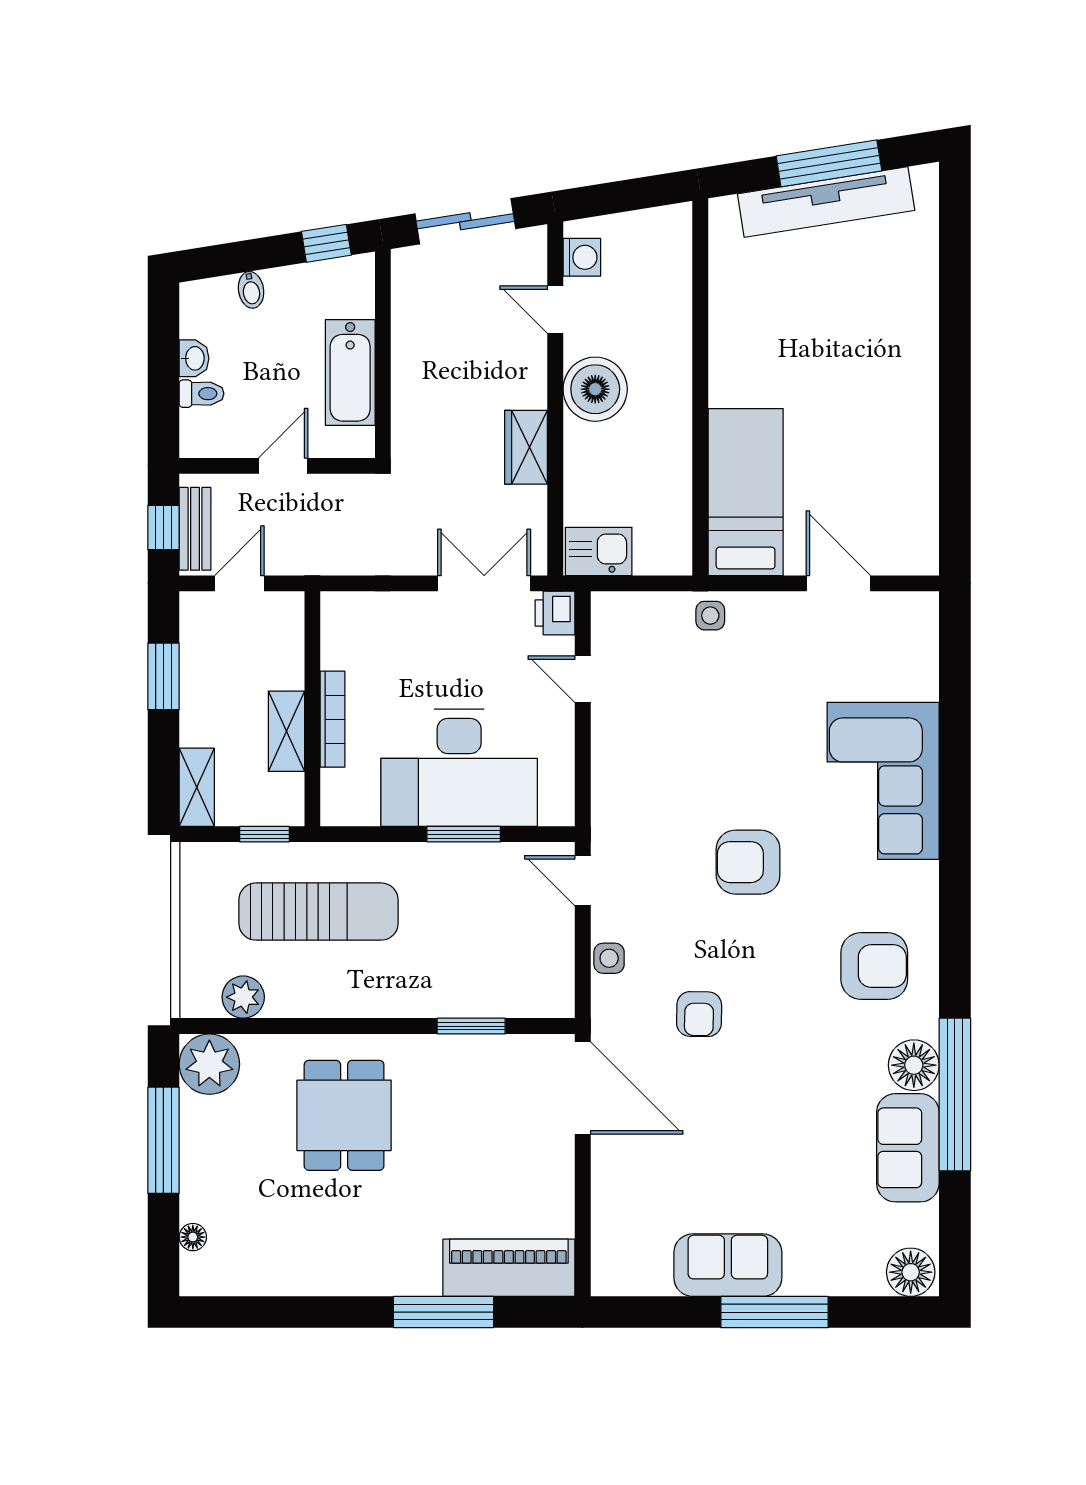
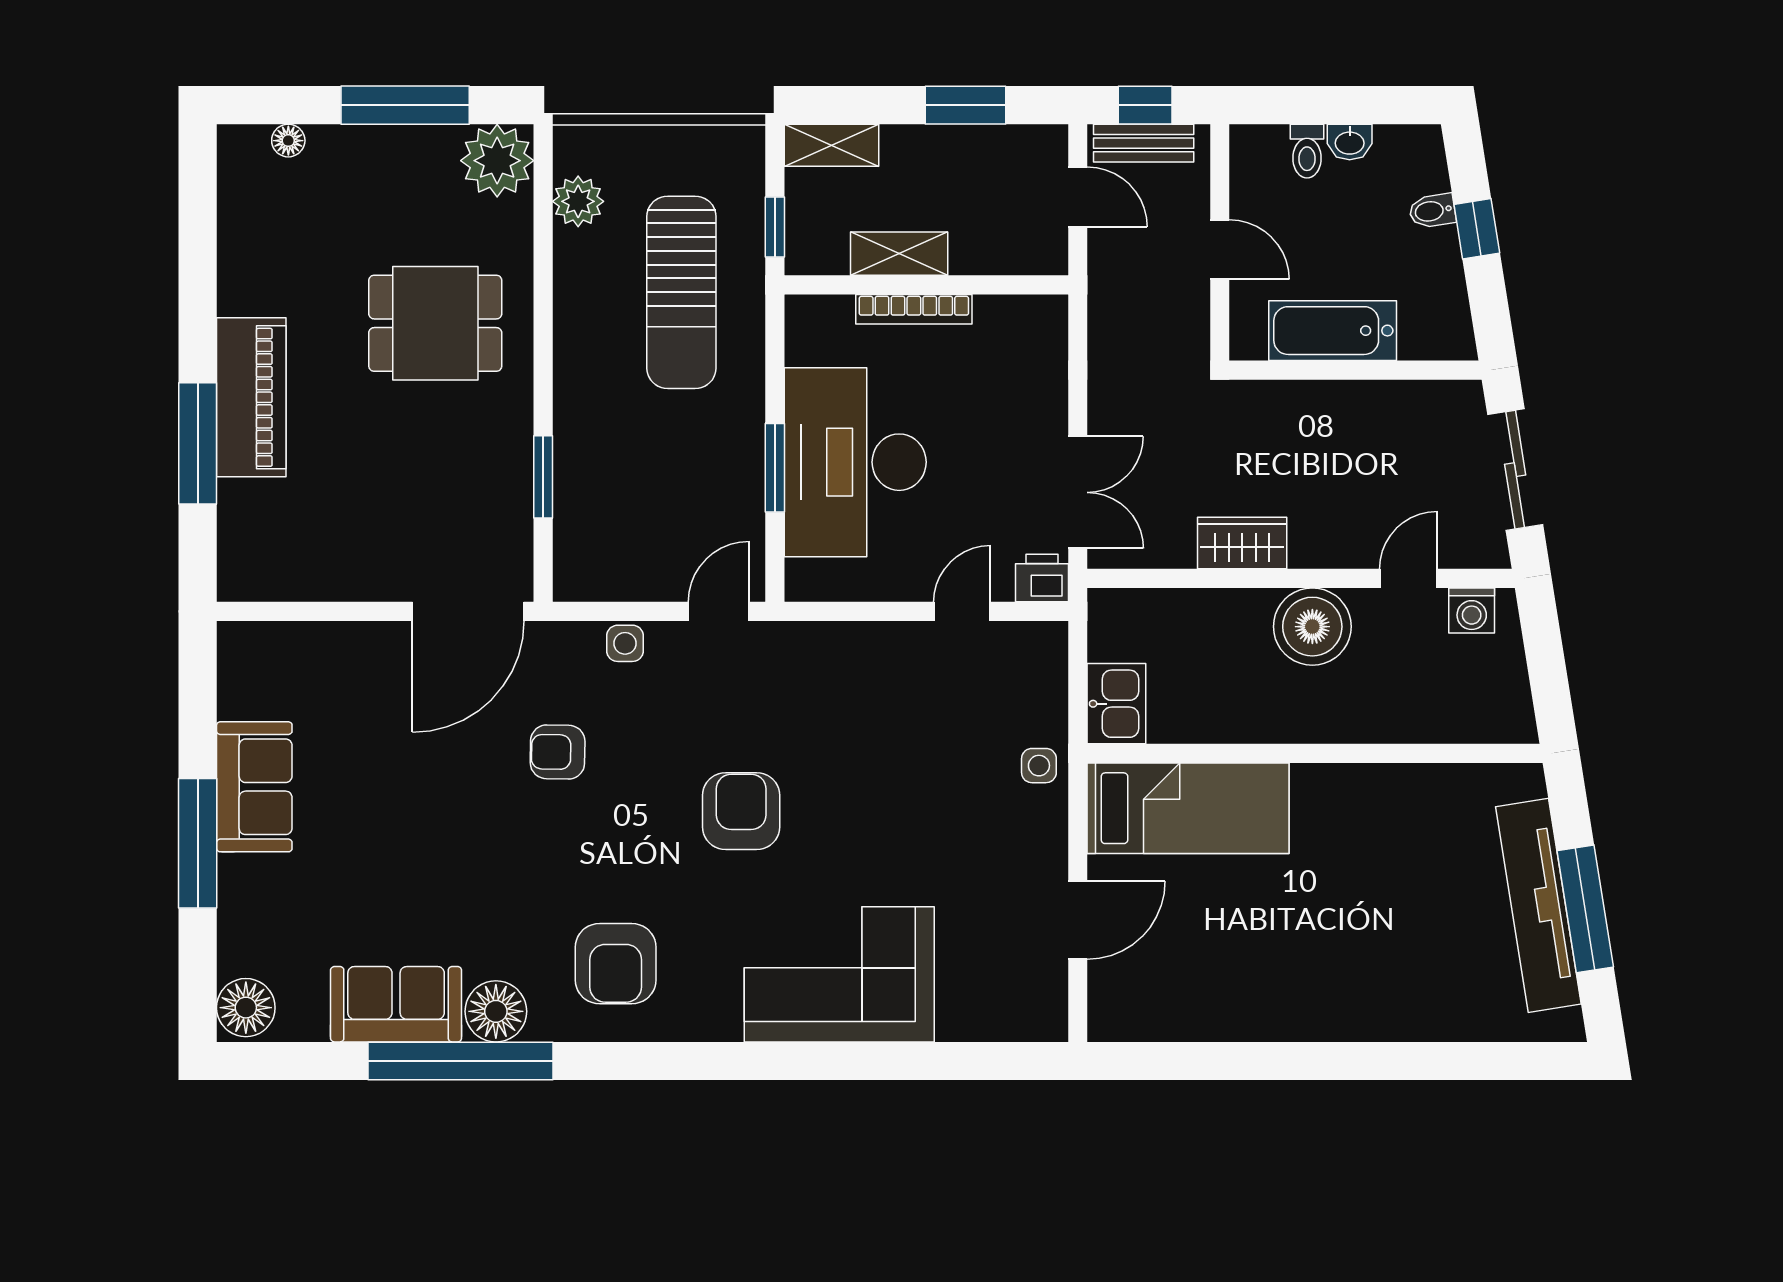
window: (326, 243) -> (1477, 229), moved
kitchen sink: (599, 551) -> (1116, 704), moved
piano: (509, 1268) -> (251, 397), moved

